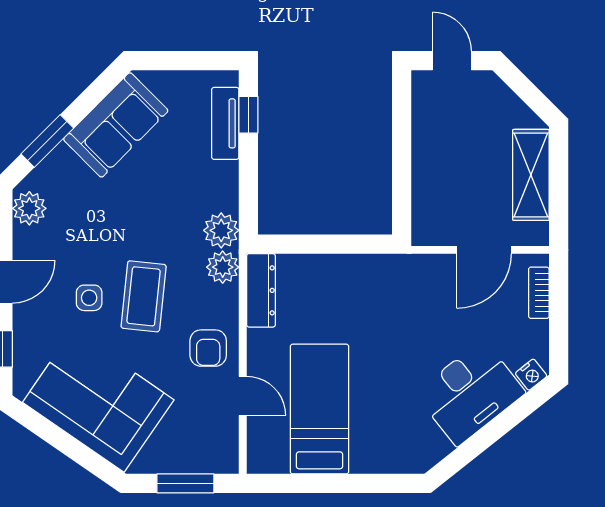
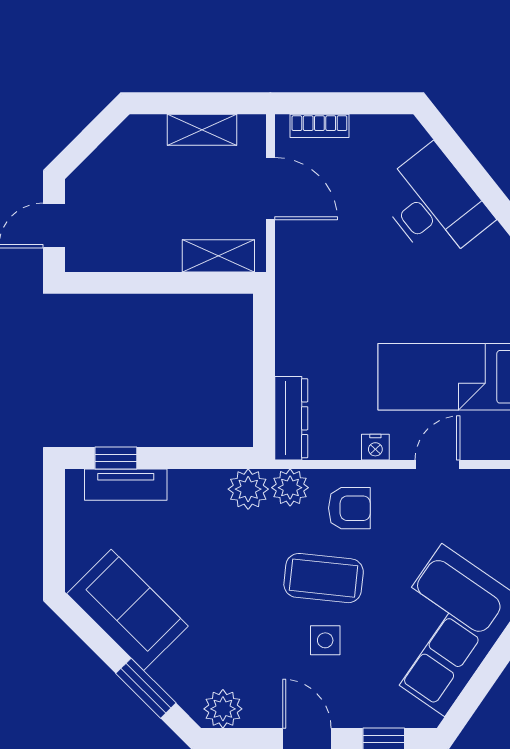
shelving: (531, 175) -> (202, 130), width x0.67, depth x0.75
shelving: (425, 204) -> (218, 256), added
dresser: (261, 290) -> (291, 418), moved, turned 90
armchair: (208, 348) -> (349, 508), moved
nightstand: (531, 375) -> (375, 447), moved, turned 128

